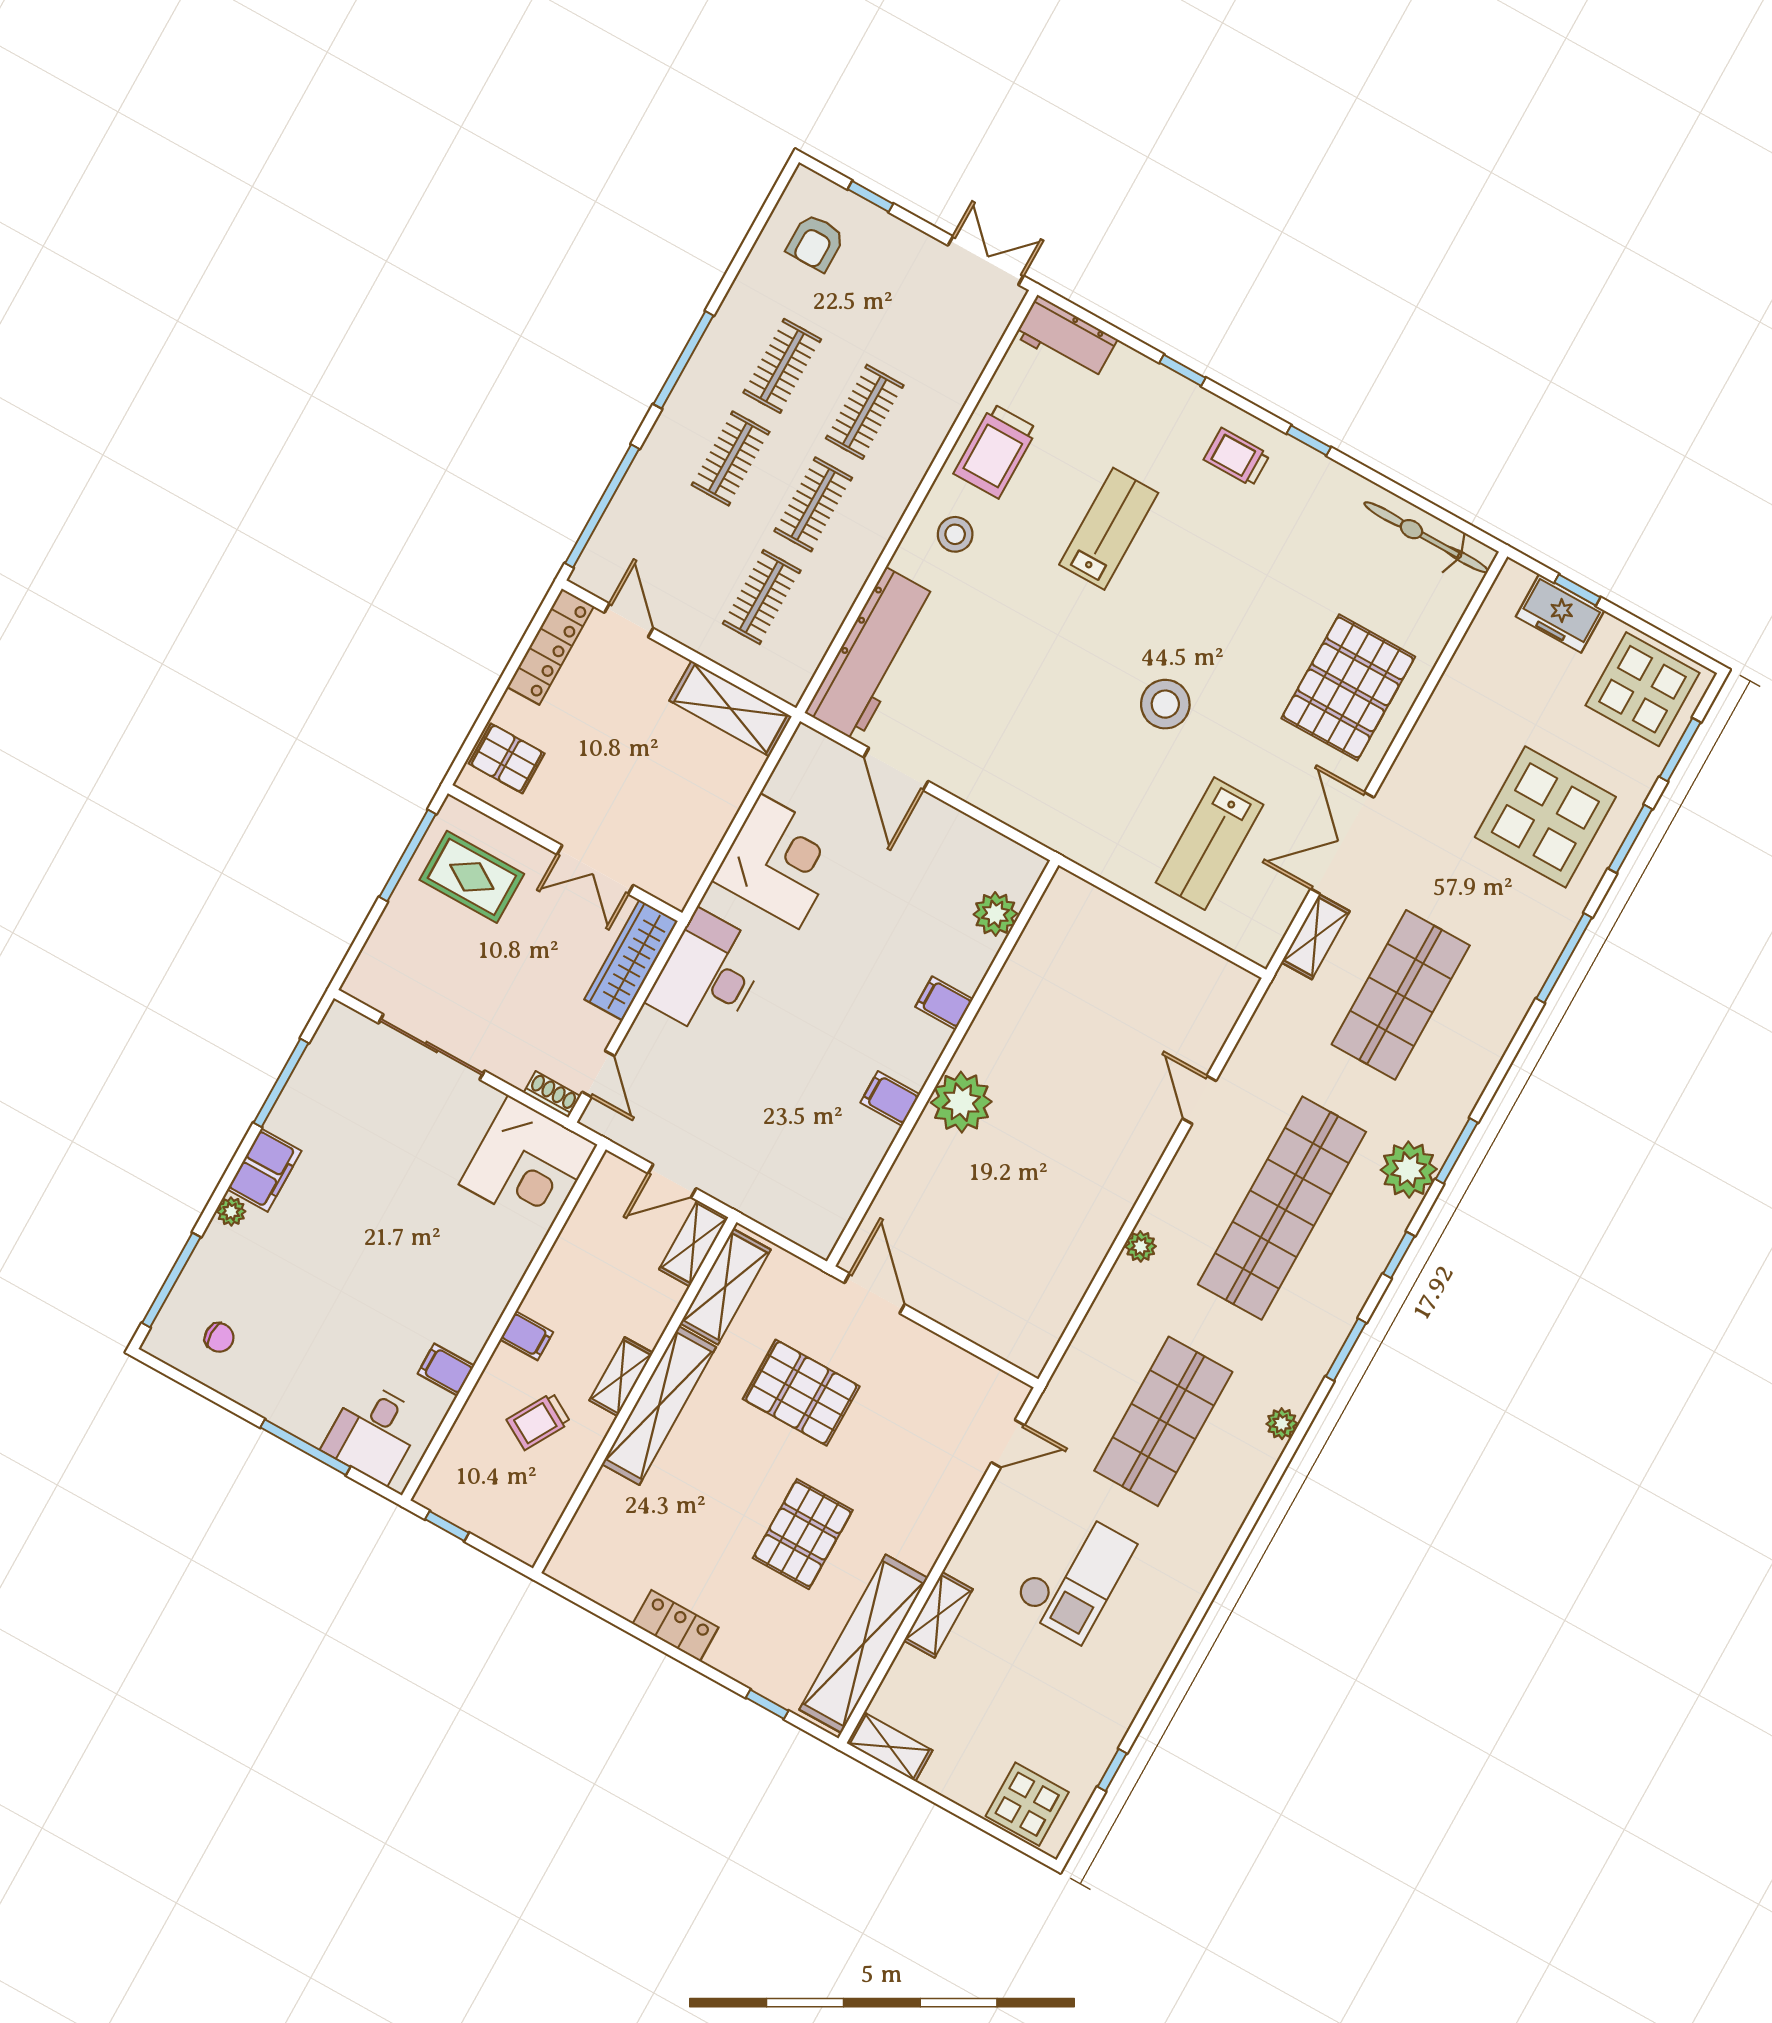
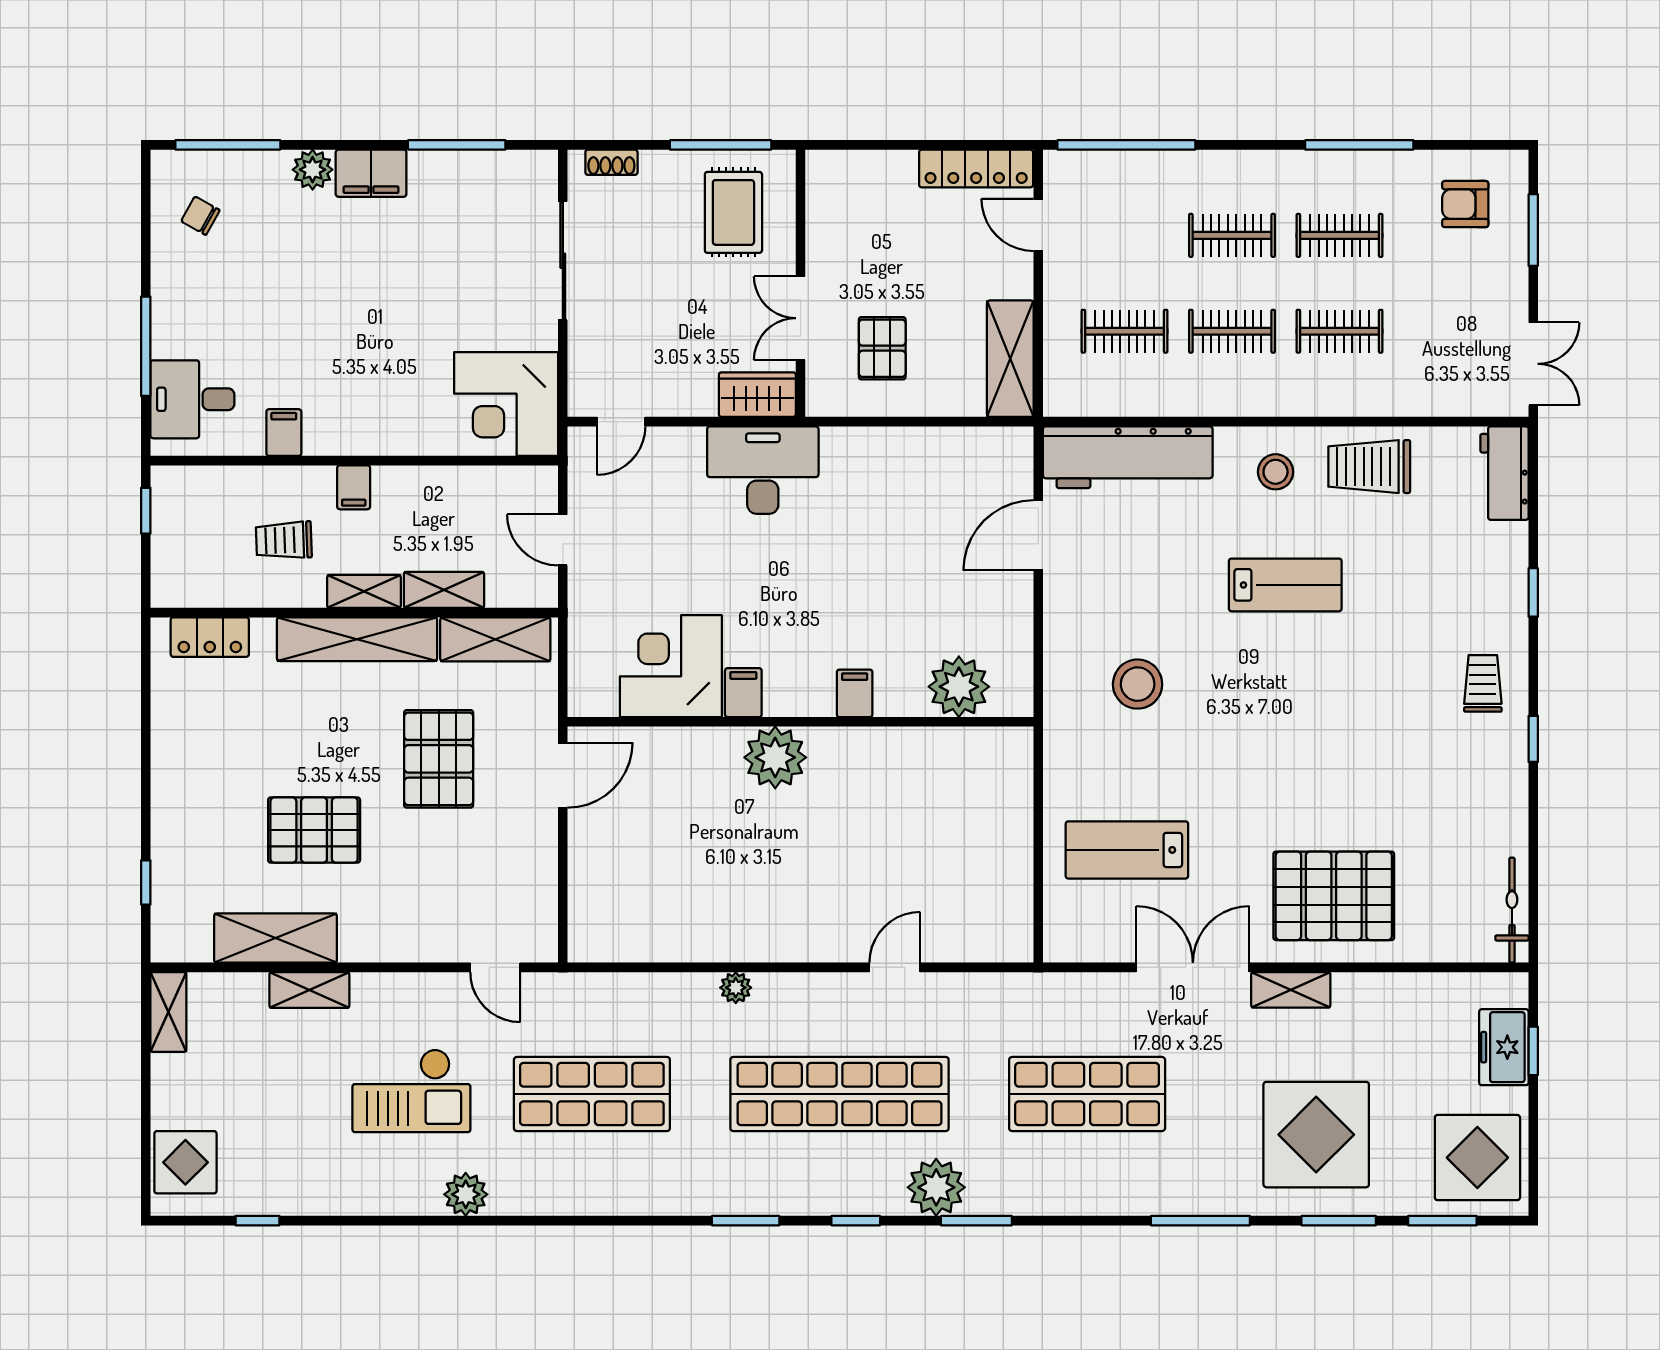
window: (870, 196) -> (1533, 230), width x1.50
window: (683, 360) -> (1359, 145), moved
lab bench: (1109, 529) -> (1285, 585), moved
bicycle: (1426, 537) -> (1512, 910), width x0.73, depth x0.71
door: (629, 620) -> (1038, 225), swing flipped
stool: (1165, 704) -> (1138, 684), moved
pallet: (507, 758) -> (882, 348), moved
corner desk: (779, 861) -> (671, 666), moved, turned 180
plant: (995, 914) -> (959, 687), width x1.36, depth x1.36
shelving: (1315, 937) -> (1291, 990), moved
wardrobe: (631, 960) -> (757, 395), width x0.67
shoe rack: (552, 1094) -> (611, 162), moved, turned 90
plant: (231, 1212) -> (313, 170), width x1.38, depth x1.38
shelving: (694, 1243) -> (444, 590), moved
chair: (219, 1338) -> (200, 216), turned 119
trolley: (539, 1421) -> (284, 540), turned -32
plant: (1282, 1424) -> (466, 1194), moved, width x1.38, depth x1.38
locker: (676, 1626) -> (210, 637), moved, turned 90
shelving: (864, 1644) -> (275, 938), width x0.68

